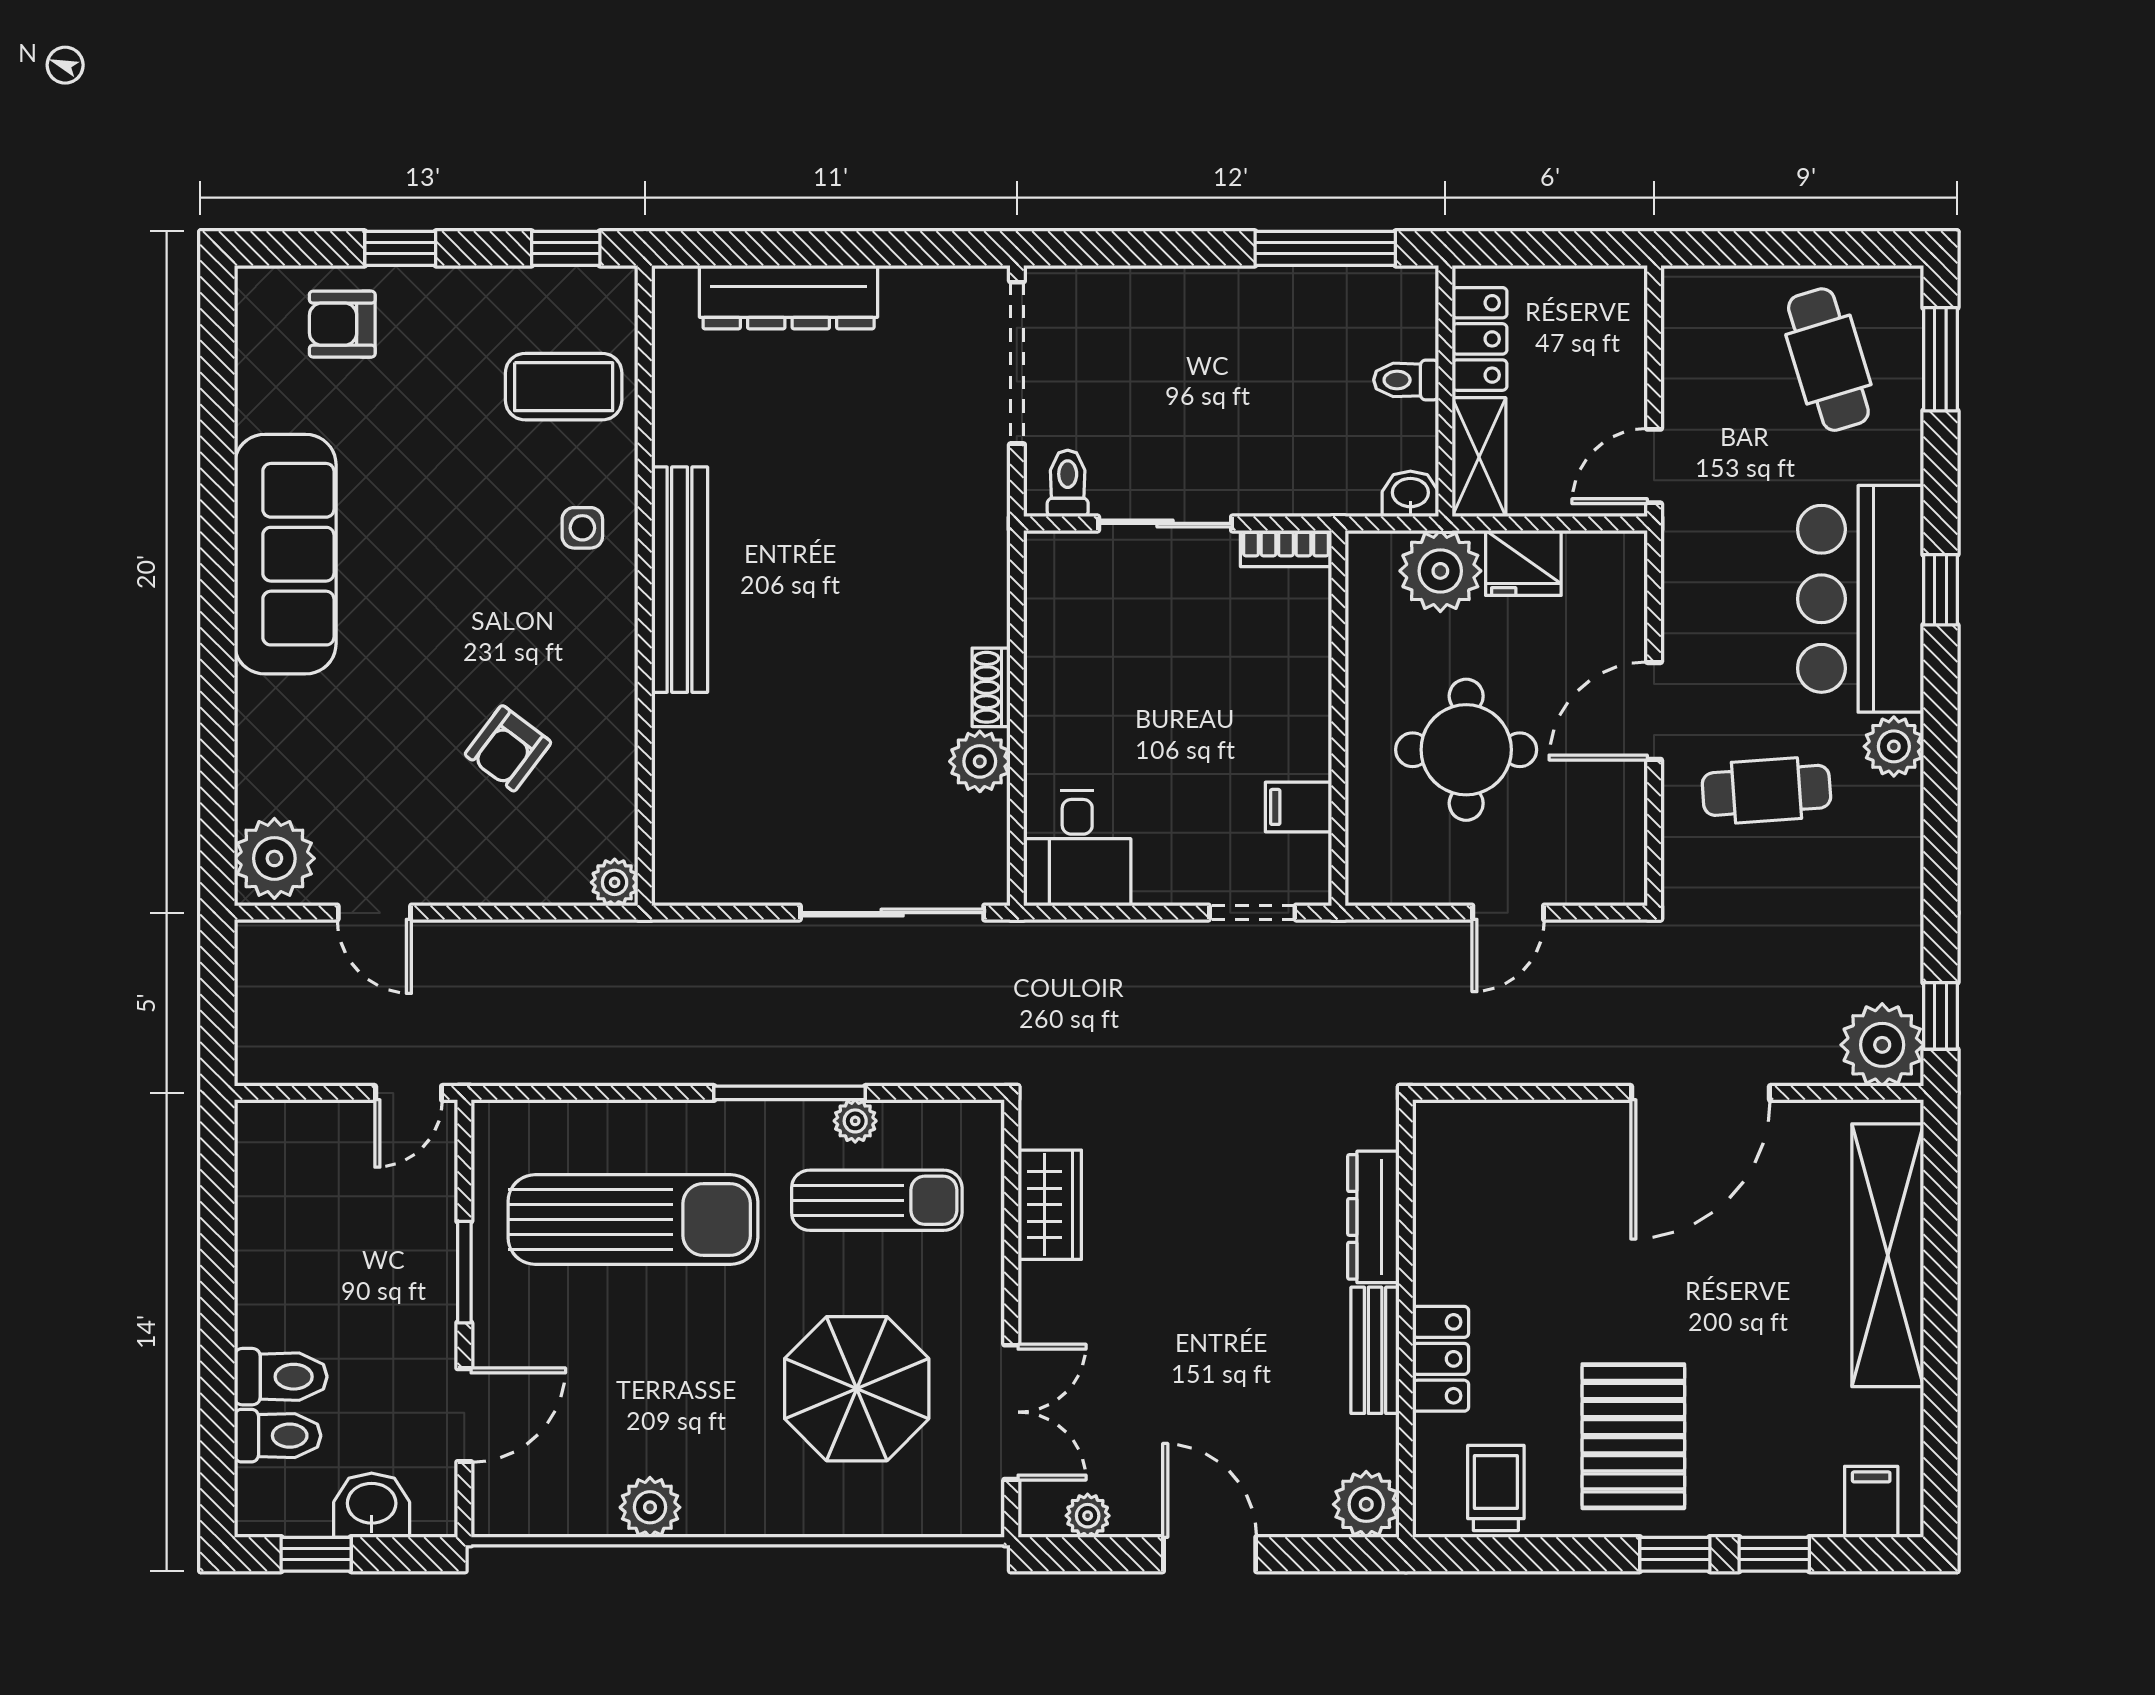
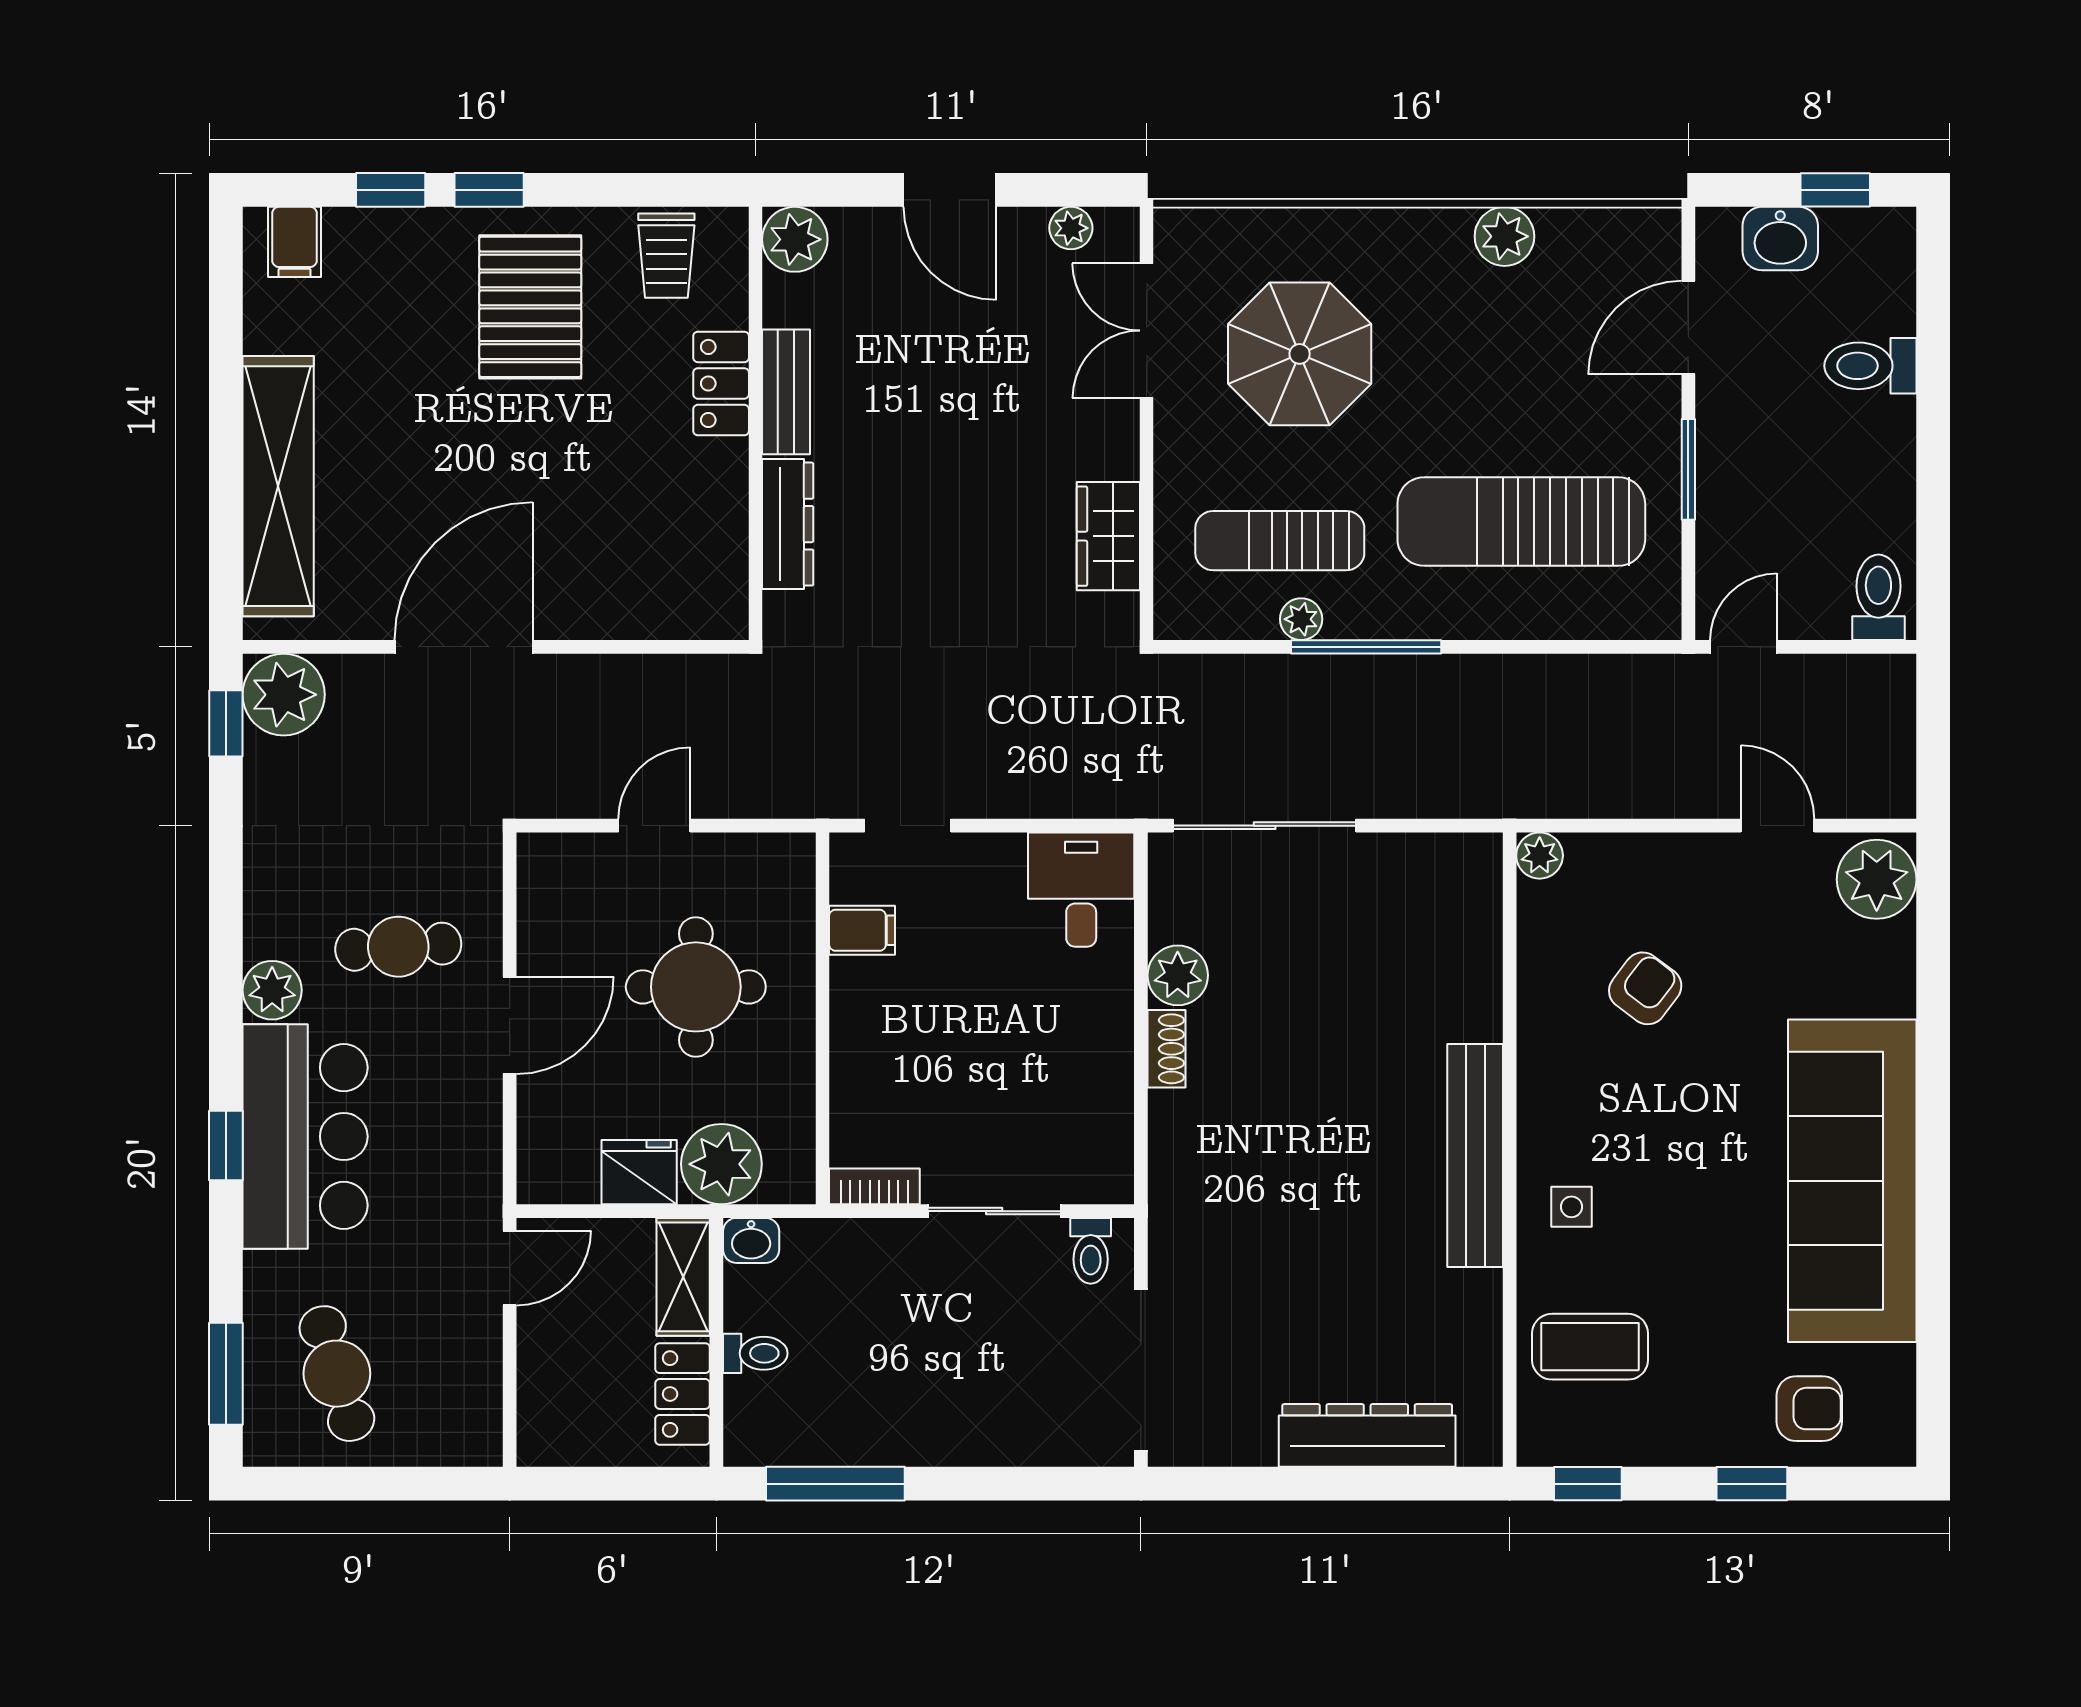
sofa: (285, 554) -> (1852, 1181), width x1.36, depth x1.27
toilet: (278, 1436) -> (1878, 597), moved, turned 90

